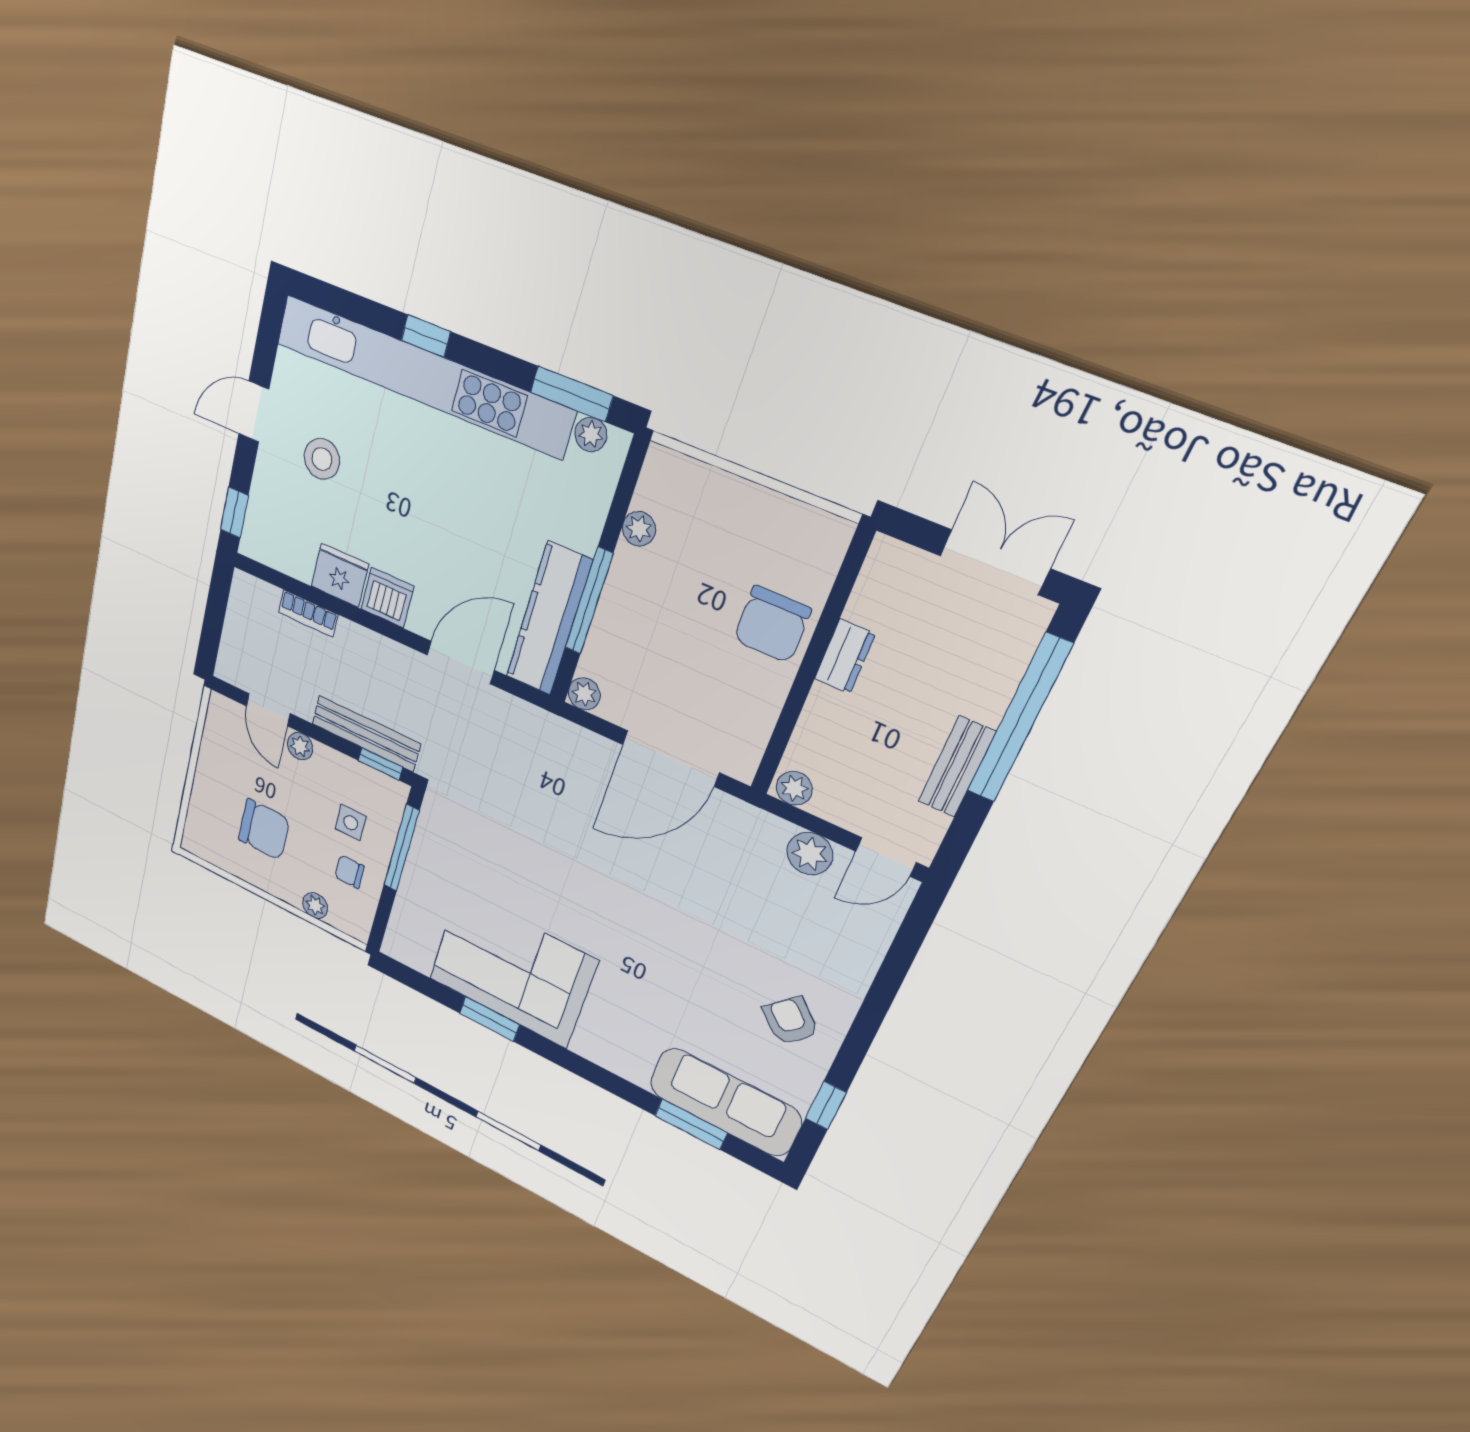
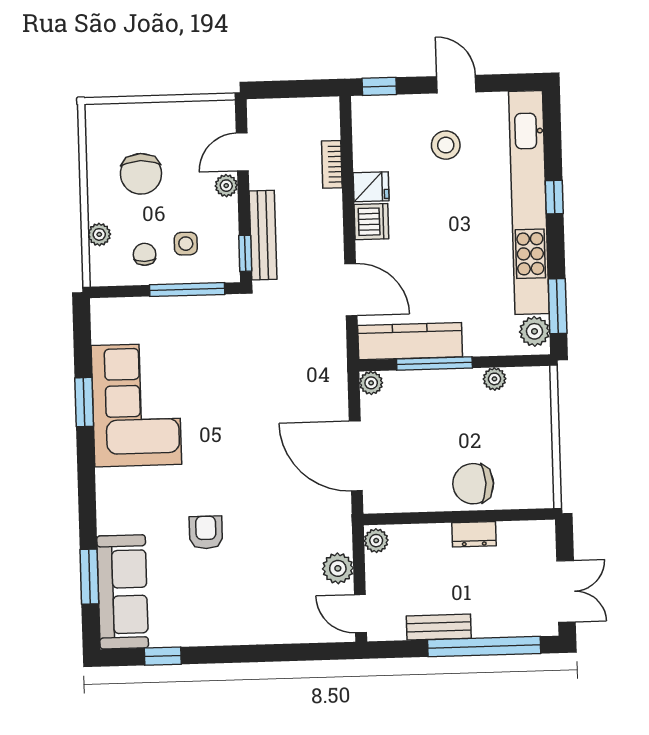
plant: (591, 434) -> (535, 331), width x1.38, depth x1.38
fridge: (340, 575) -> (371, 187), width x0.72
armchair: (790, 1021) -> (206, 532), moved, turned -44

